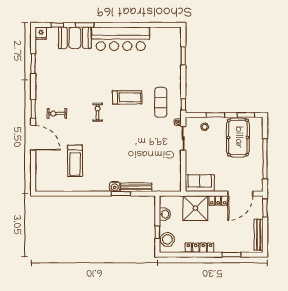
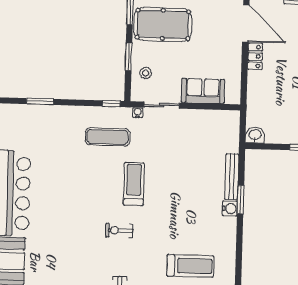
treadmill: (127, 97) -> (134, 184), moved
sofa: (200, 183) -> (203, 91), moved, turned 90
shower: (195, 208) -> (265, 90), removed
washbasin: (165, 214) -> (255, 135), moved

